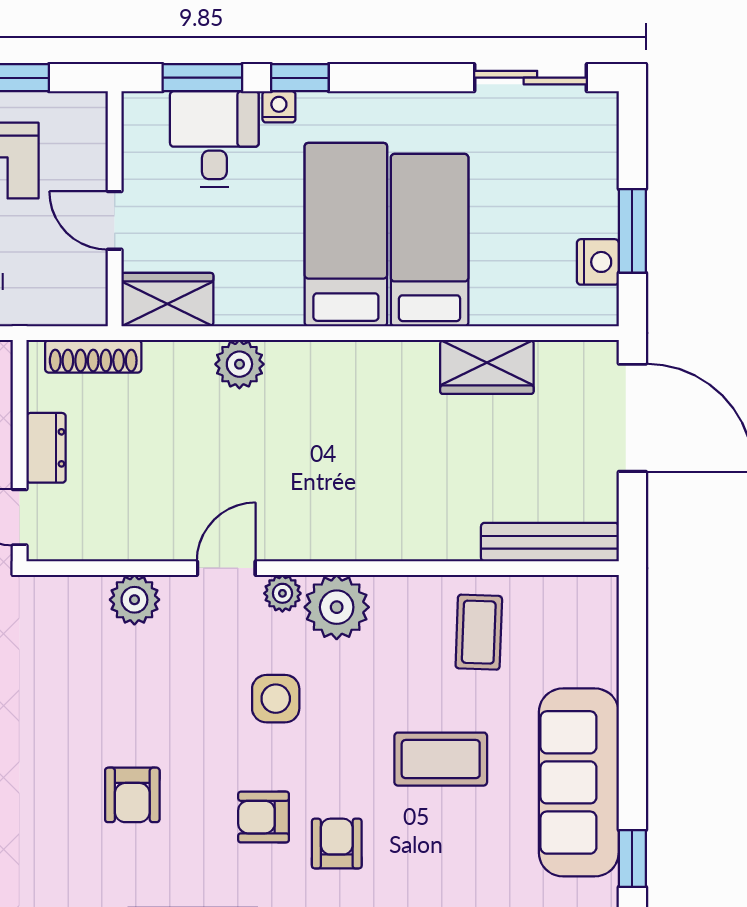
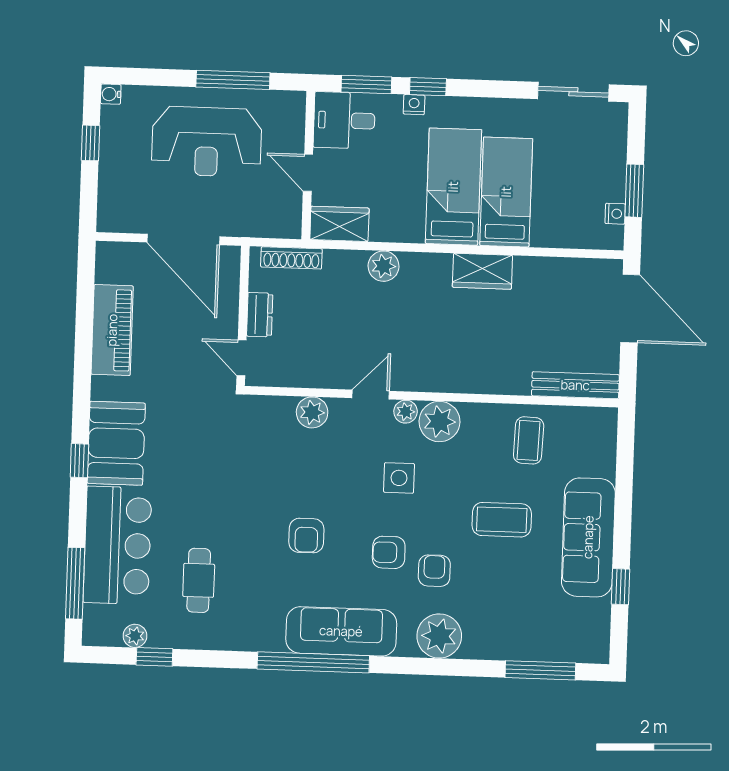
desk: (214, 139) -> (344, 120), moved, turned -90
nightstand: (598, 262) -> (615, 214), width x0.72, depth x0.74
wardrobe: (487, 367) -> (482, 271), moved

